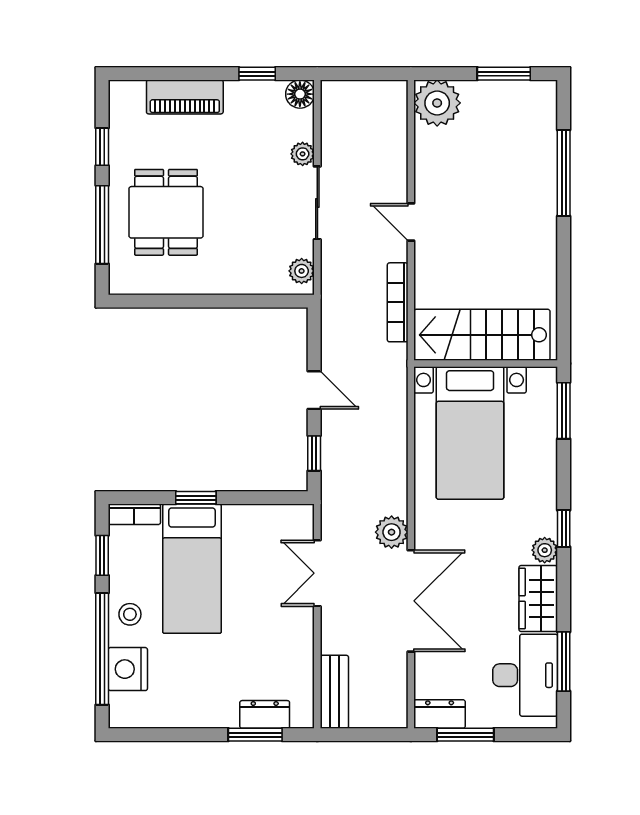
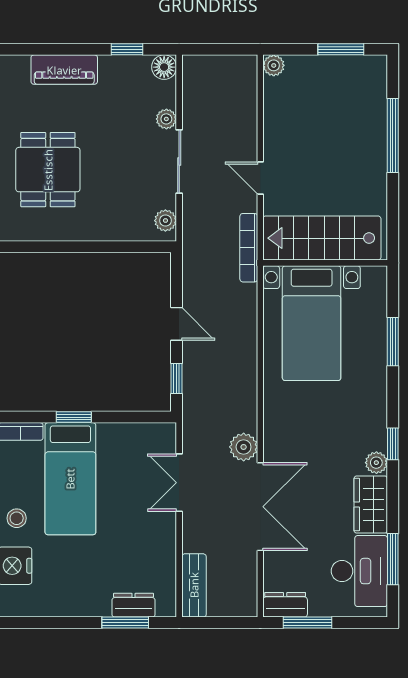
plant: (437, 103) -> (274, 65), width x0.53, depth x0.53
stairs: (482, 335) -> (322, 238), moved
wall: (486, 364) -> (325, 263), moved
bed with nightstands: (470, 433) -> (312, 323), moved

